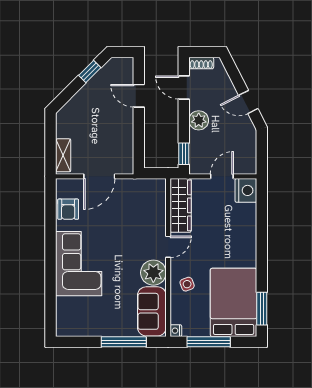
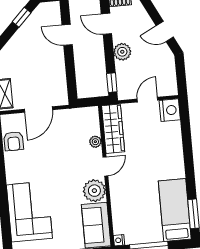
plant: (159, 218) -> (95, 142), added
corner sofa: (79, 264) -> (29, 212), moved
side table: (187, 284) -> (125, 198), removed
bed: (234, 302) -> (175, 210), width x0.67

